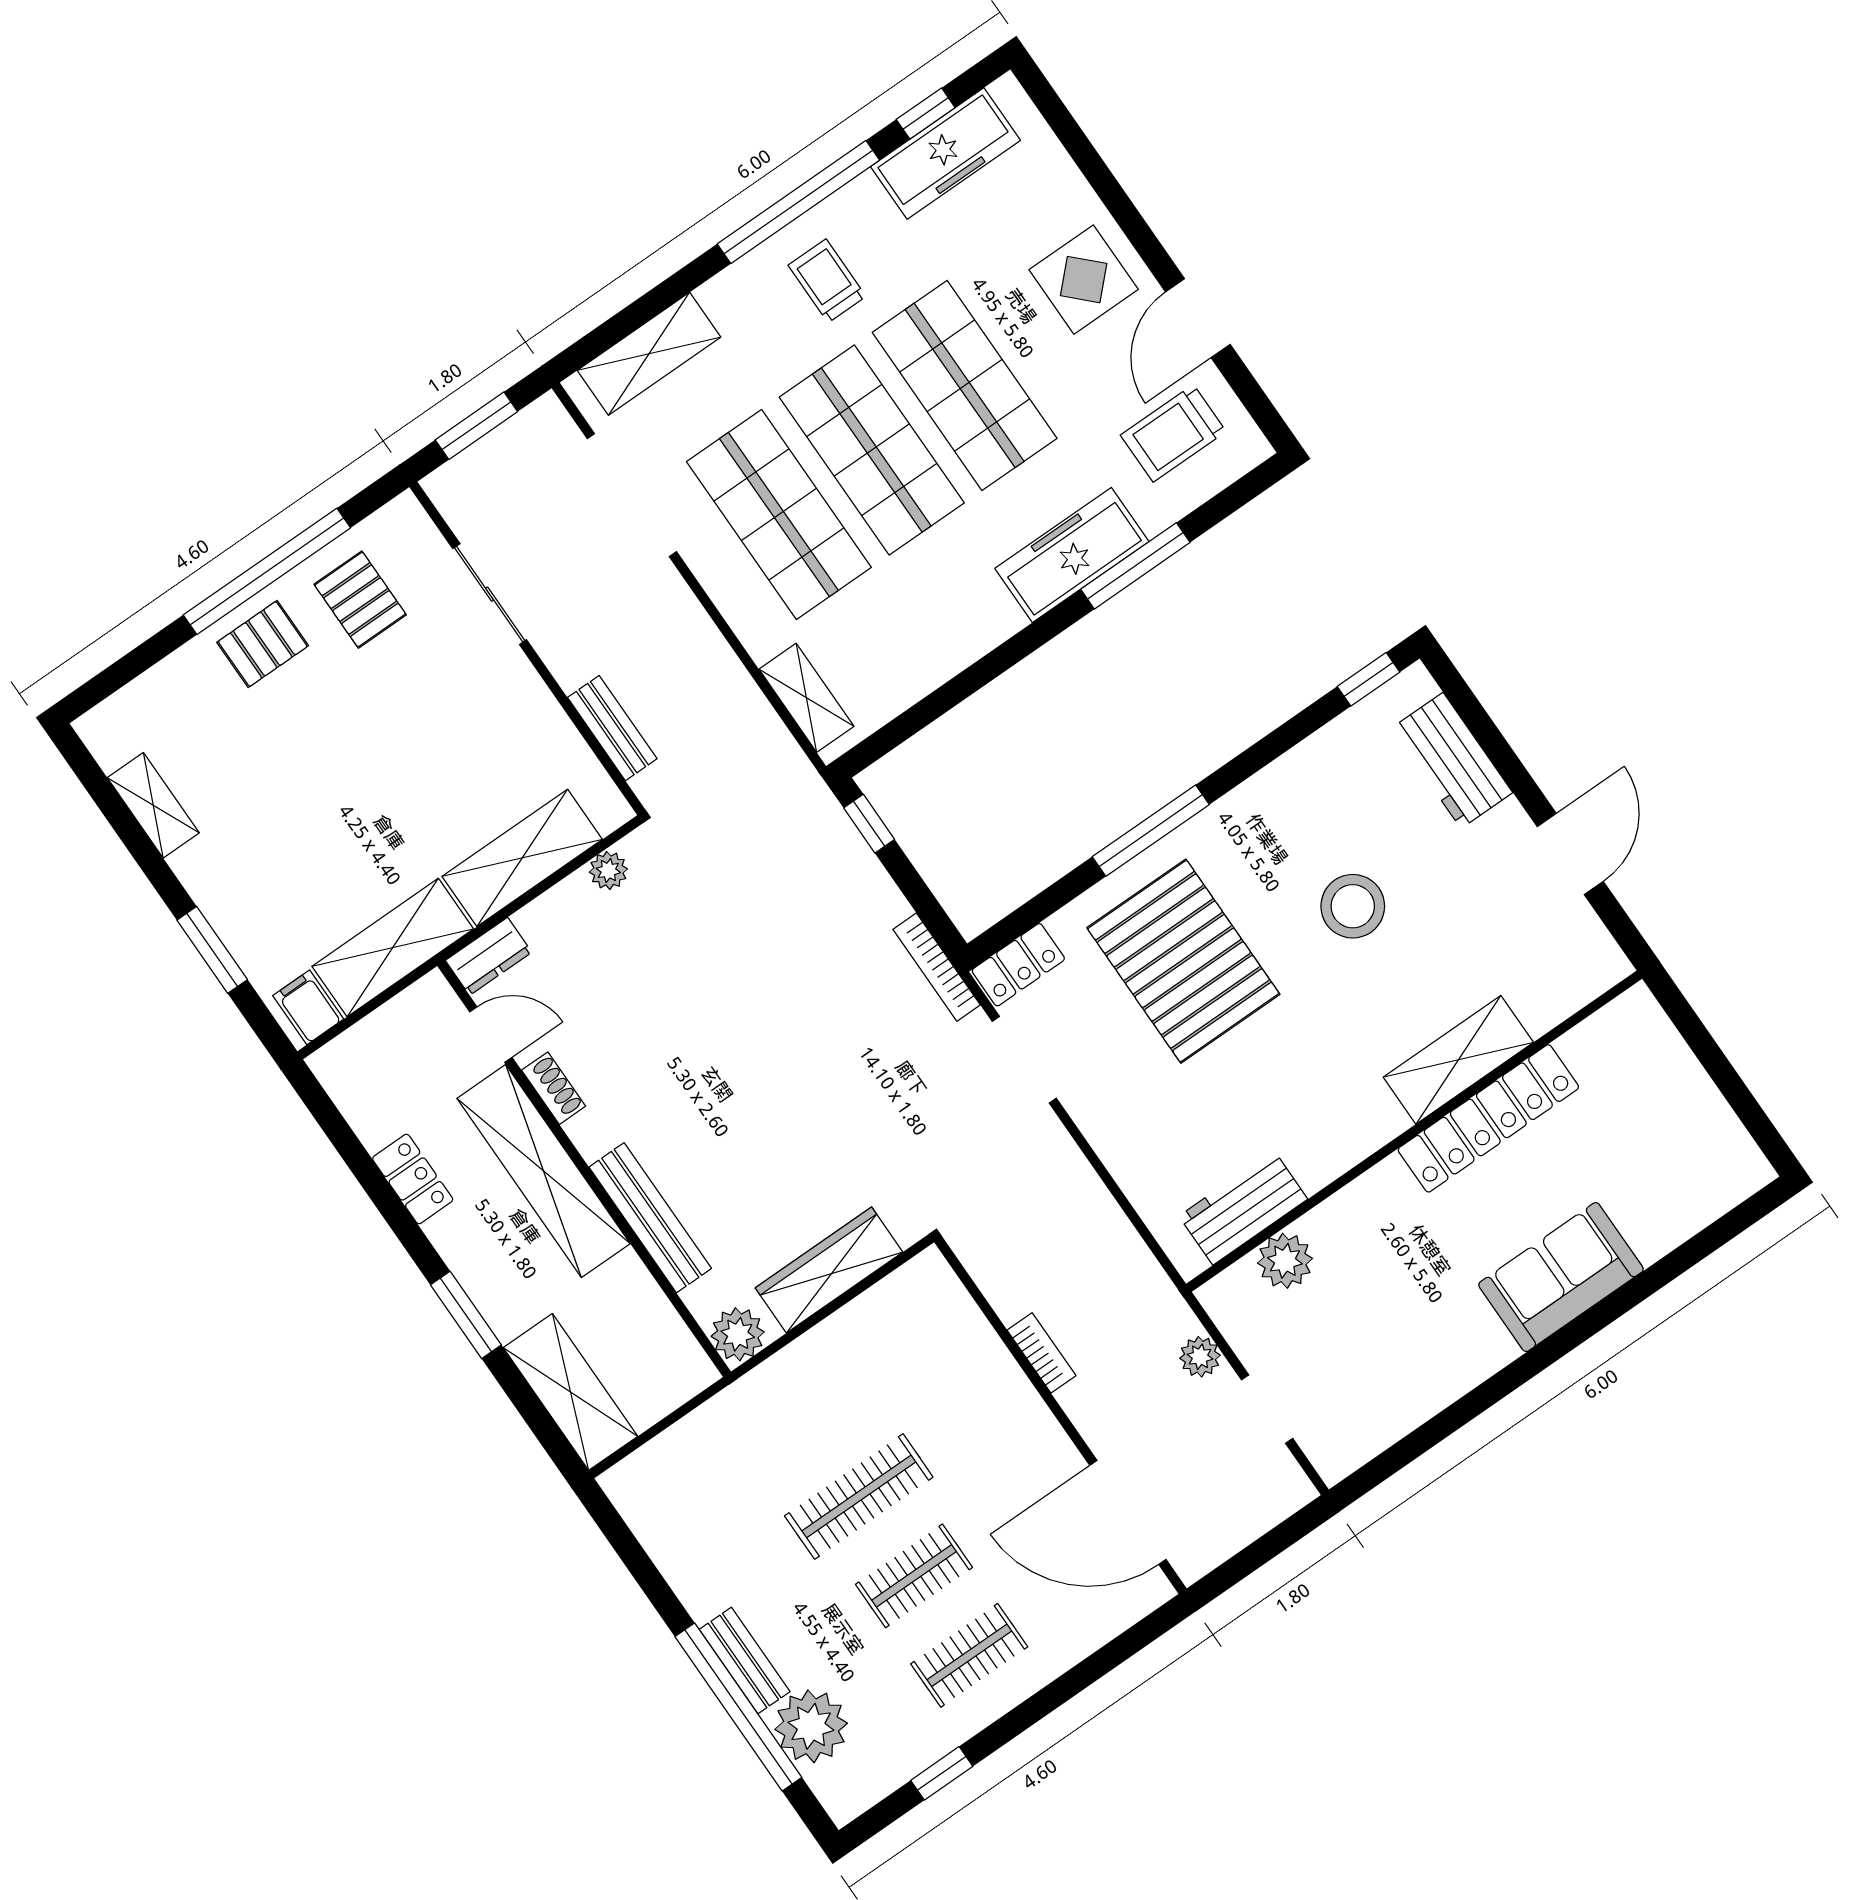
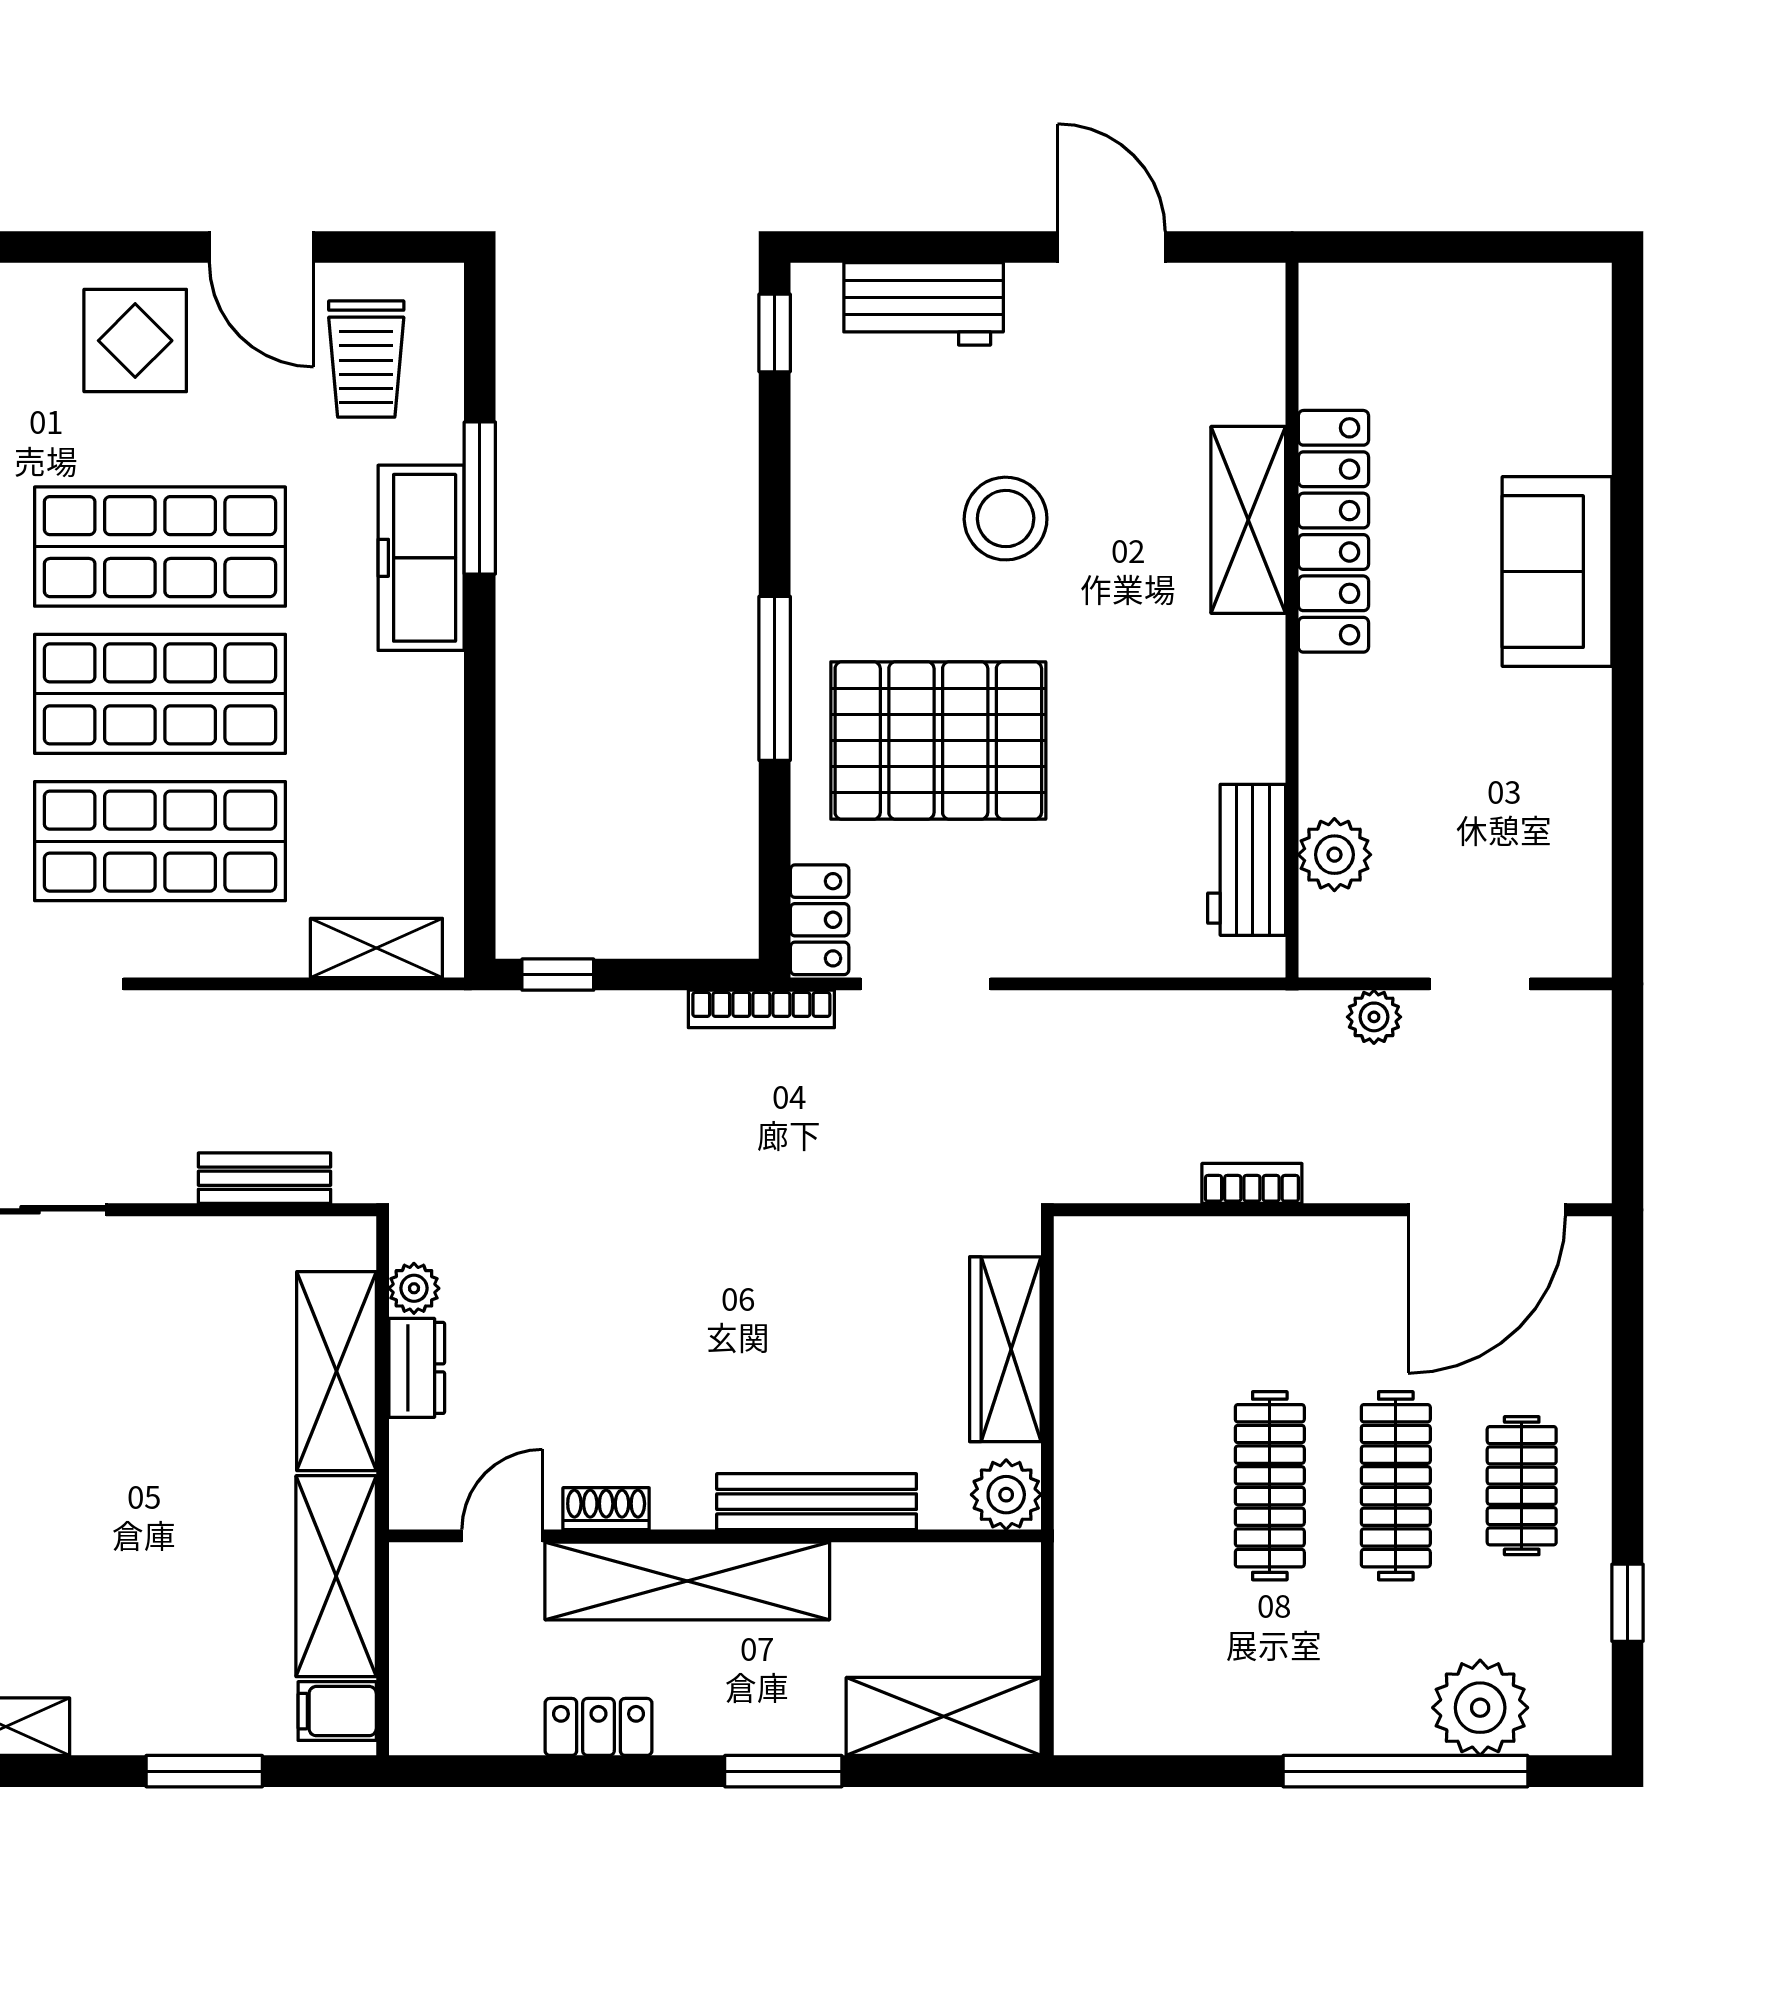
dresser: (489, 956) -> (417, 1368), moved
clothes rail: (914, 1576) -> (1396, 1486), width x1.36
bench: (745, 1661) -> (1360, 1730), removed

